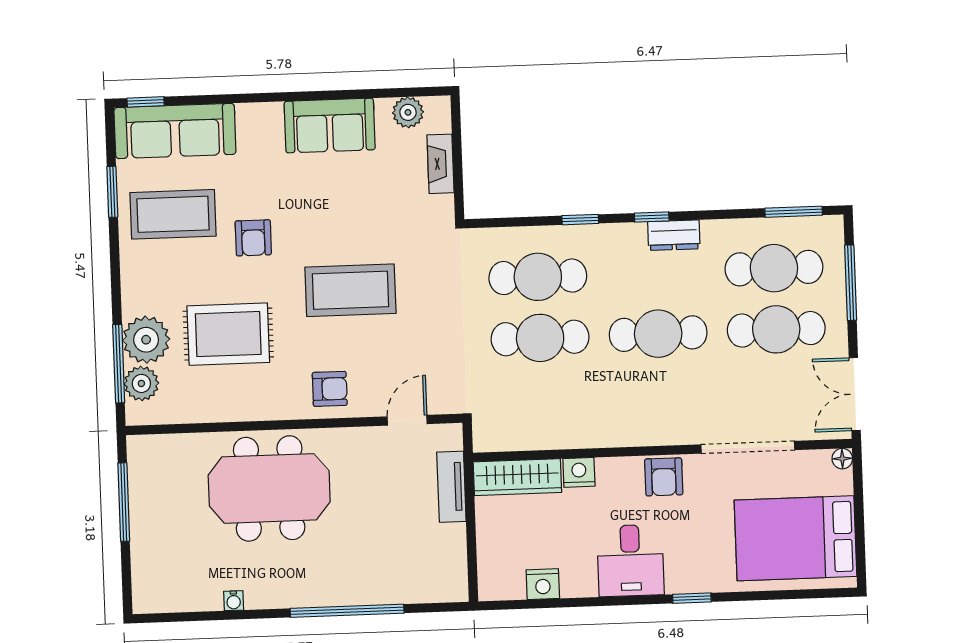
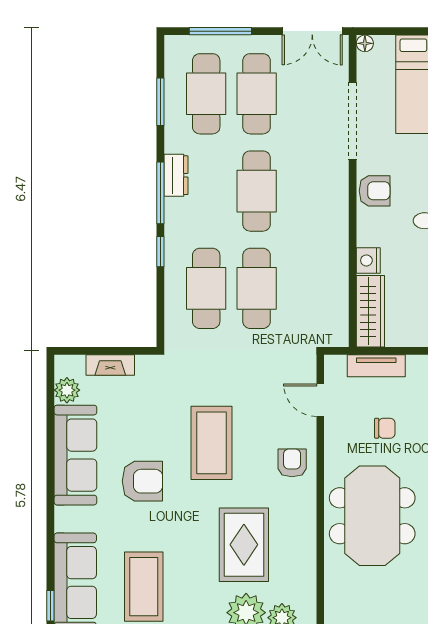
sofa: (330, 126) -> (75, 455), width x1.36
window: (794, 212) -> (160, 102), moved
window: (652, 217) -> (160, 193), width x2.17
armchair: (253, 238) -> (142, 481), moved, width x1.38, depth x1.38
chair: (376, 500) -> (385, 428), added

